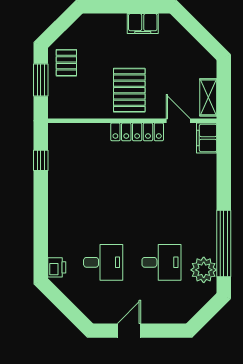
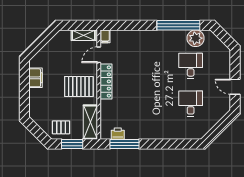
shelving: (75, 108) -> (90, 122), added
filing cabinet: (207, 138) -> (105, 36), width x0.50
window: (41, 160) -> (124, 144), width x2.17
printer: (57, 267) -> (118, 134), moved

